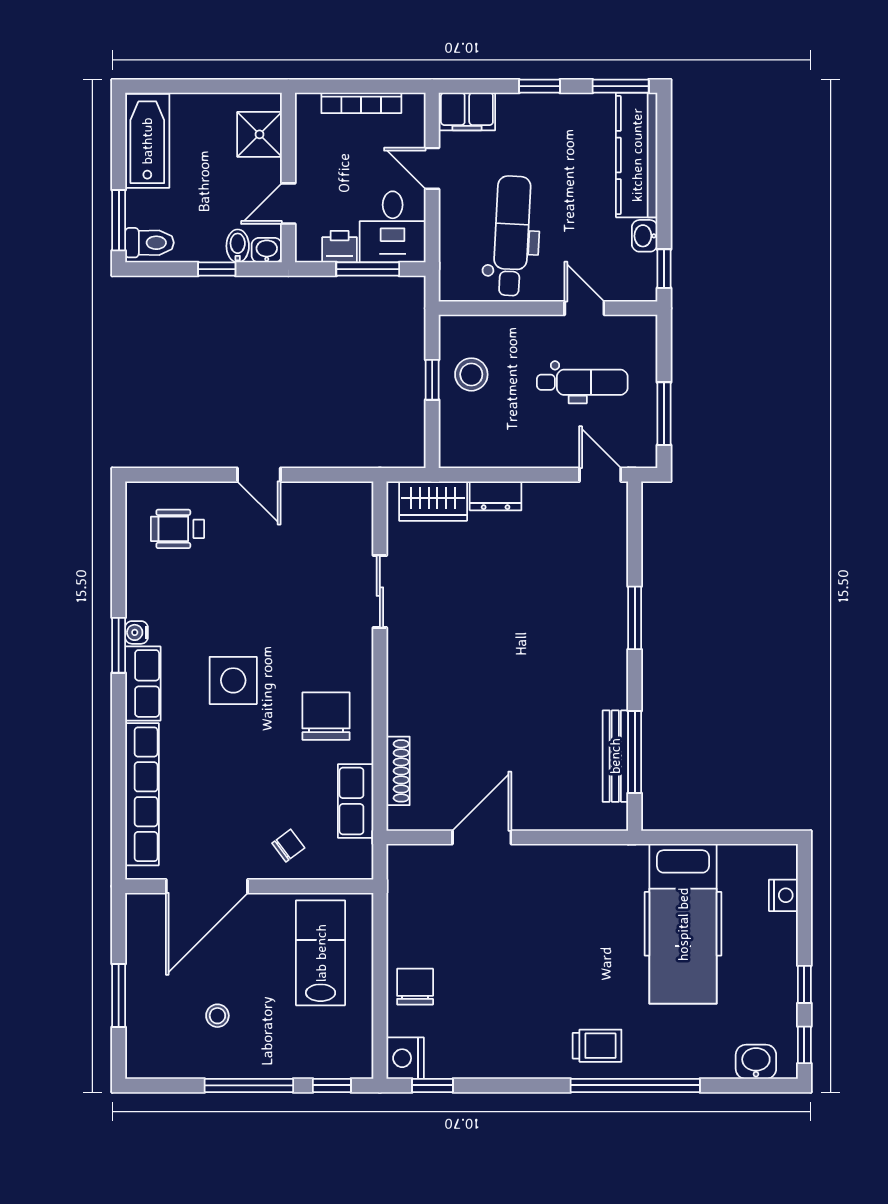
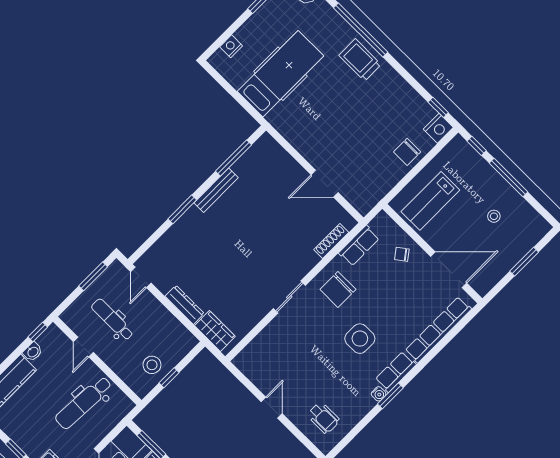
dresser: (496, 496) -> (185, 305), width x1.44
sliding door: (380, 592) -> (289, 297), moved
bench: (615, 756) -> (216, 190), moved
trolley: (597, 1046) -> (360, 60), width x1.36, depth x1.39

